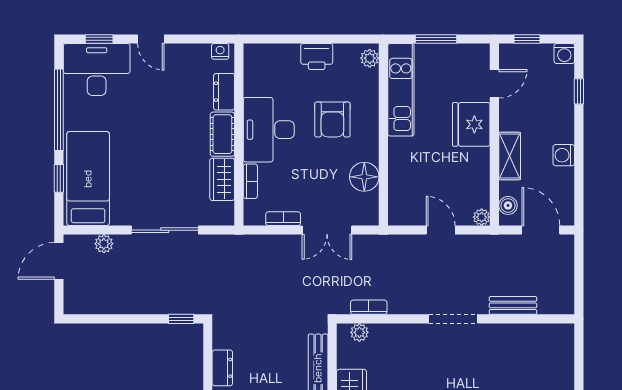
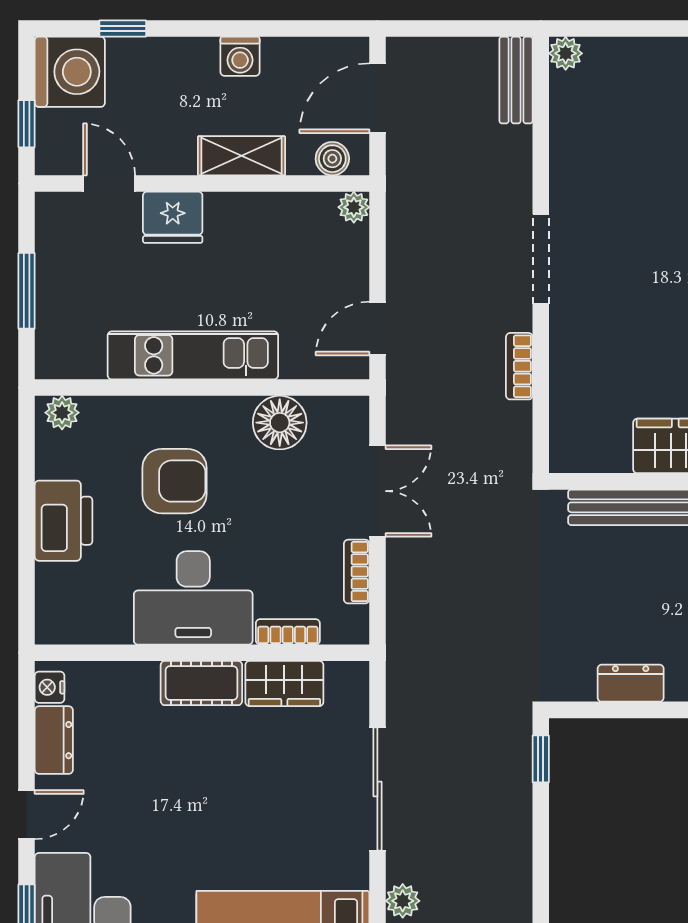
washing machine: (564, 54) -> (70, 72), width x1.89, depth x1.89
printer: (317, 57) -> (64, 521), width x1.37, depth x1.19
kitchen unit: (401, 90) -> (193, 355), moved
dresser: (224, 92) -> (54, 740), moved, turned -90
fridge: (471, 124) -> (173, 217), width x0.73, depth x0.75
door: (441, 230) -> (377, 329), moved
bench: (513, 305) -> (516, 80), moved
bookcase: (369, 307) -> (519, 366), moved
plant: (359, 332) -> (566, 53), moved

